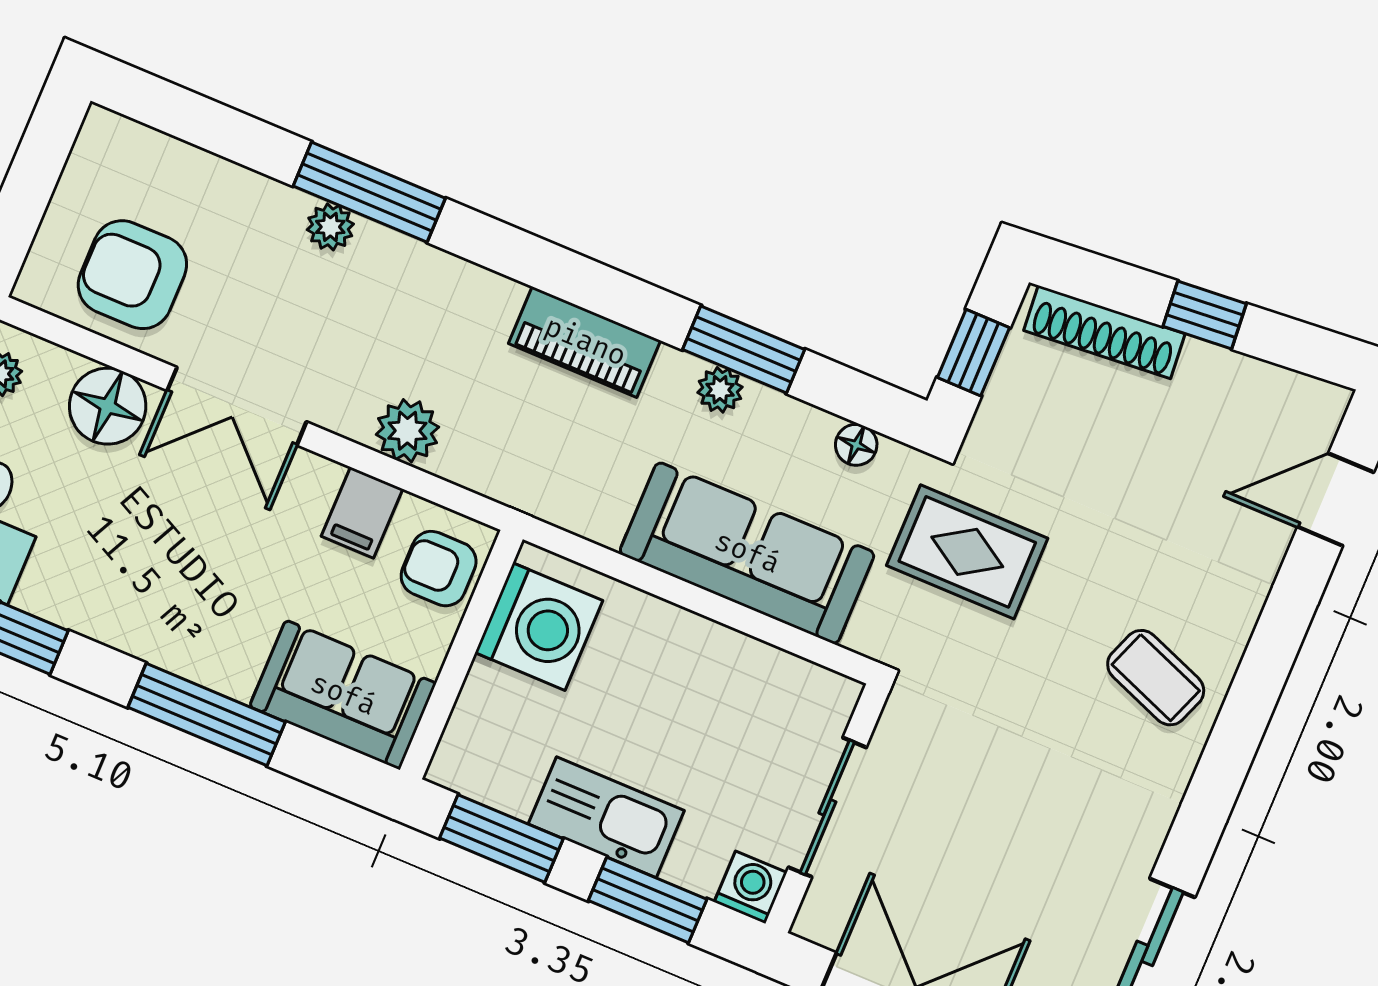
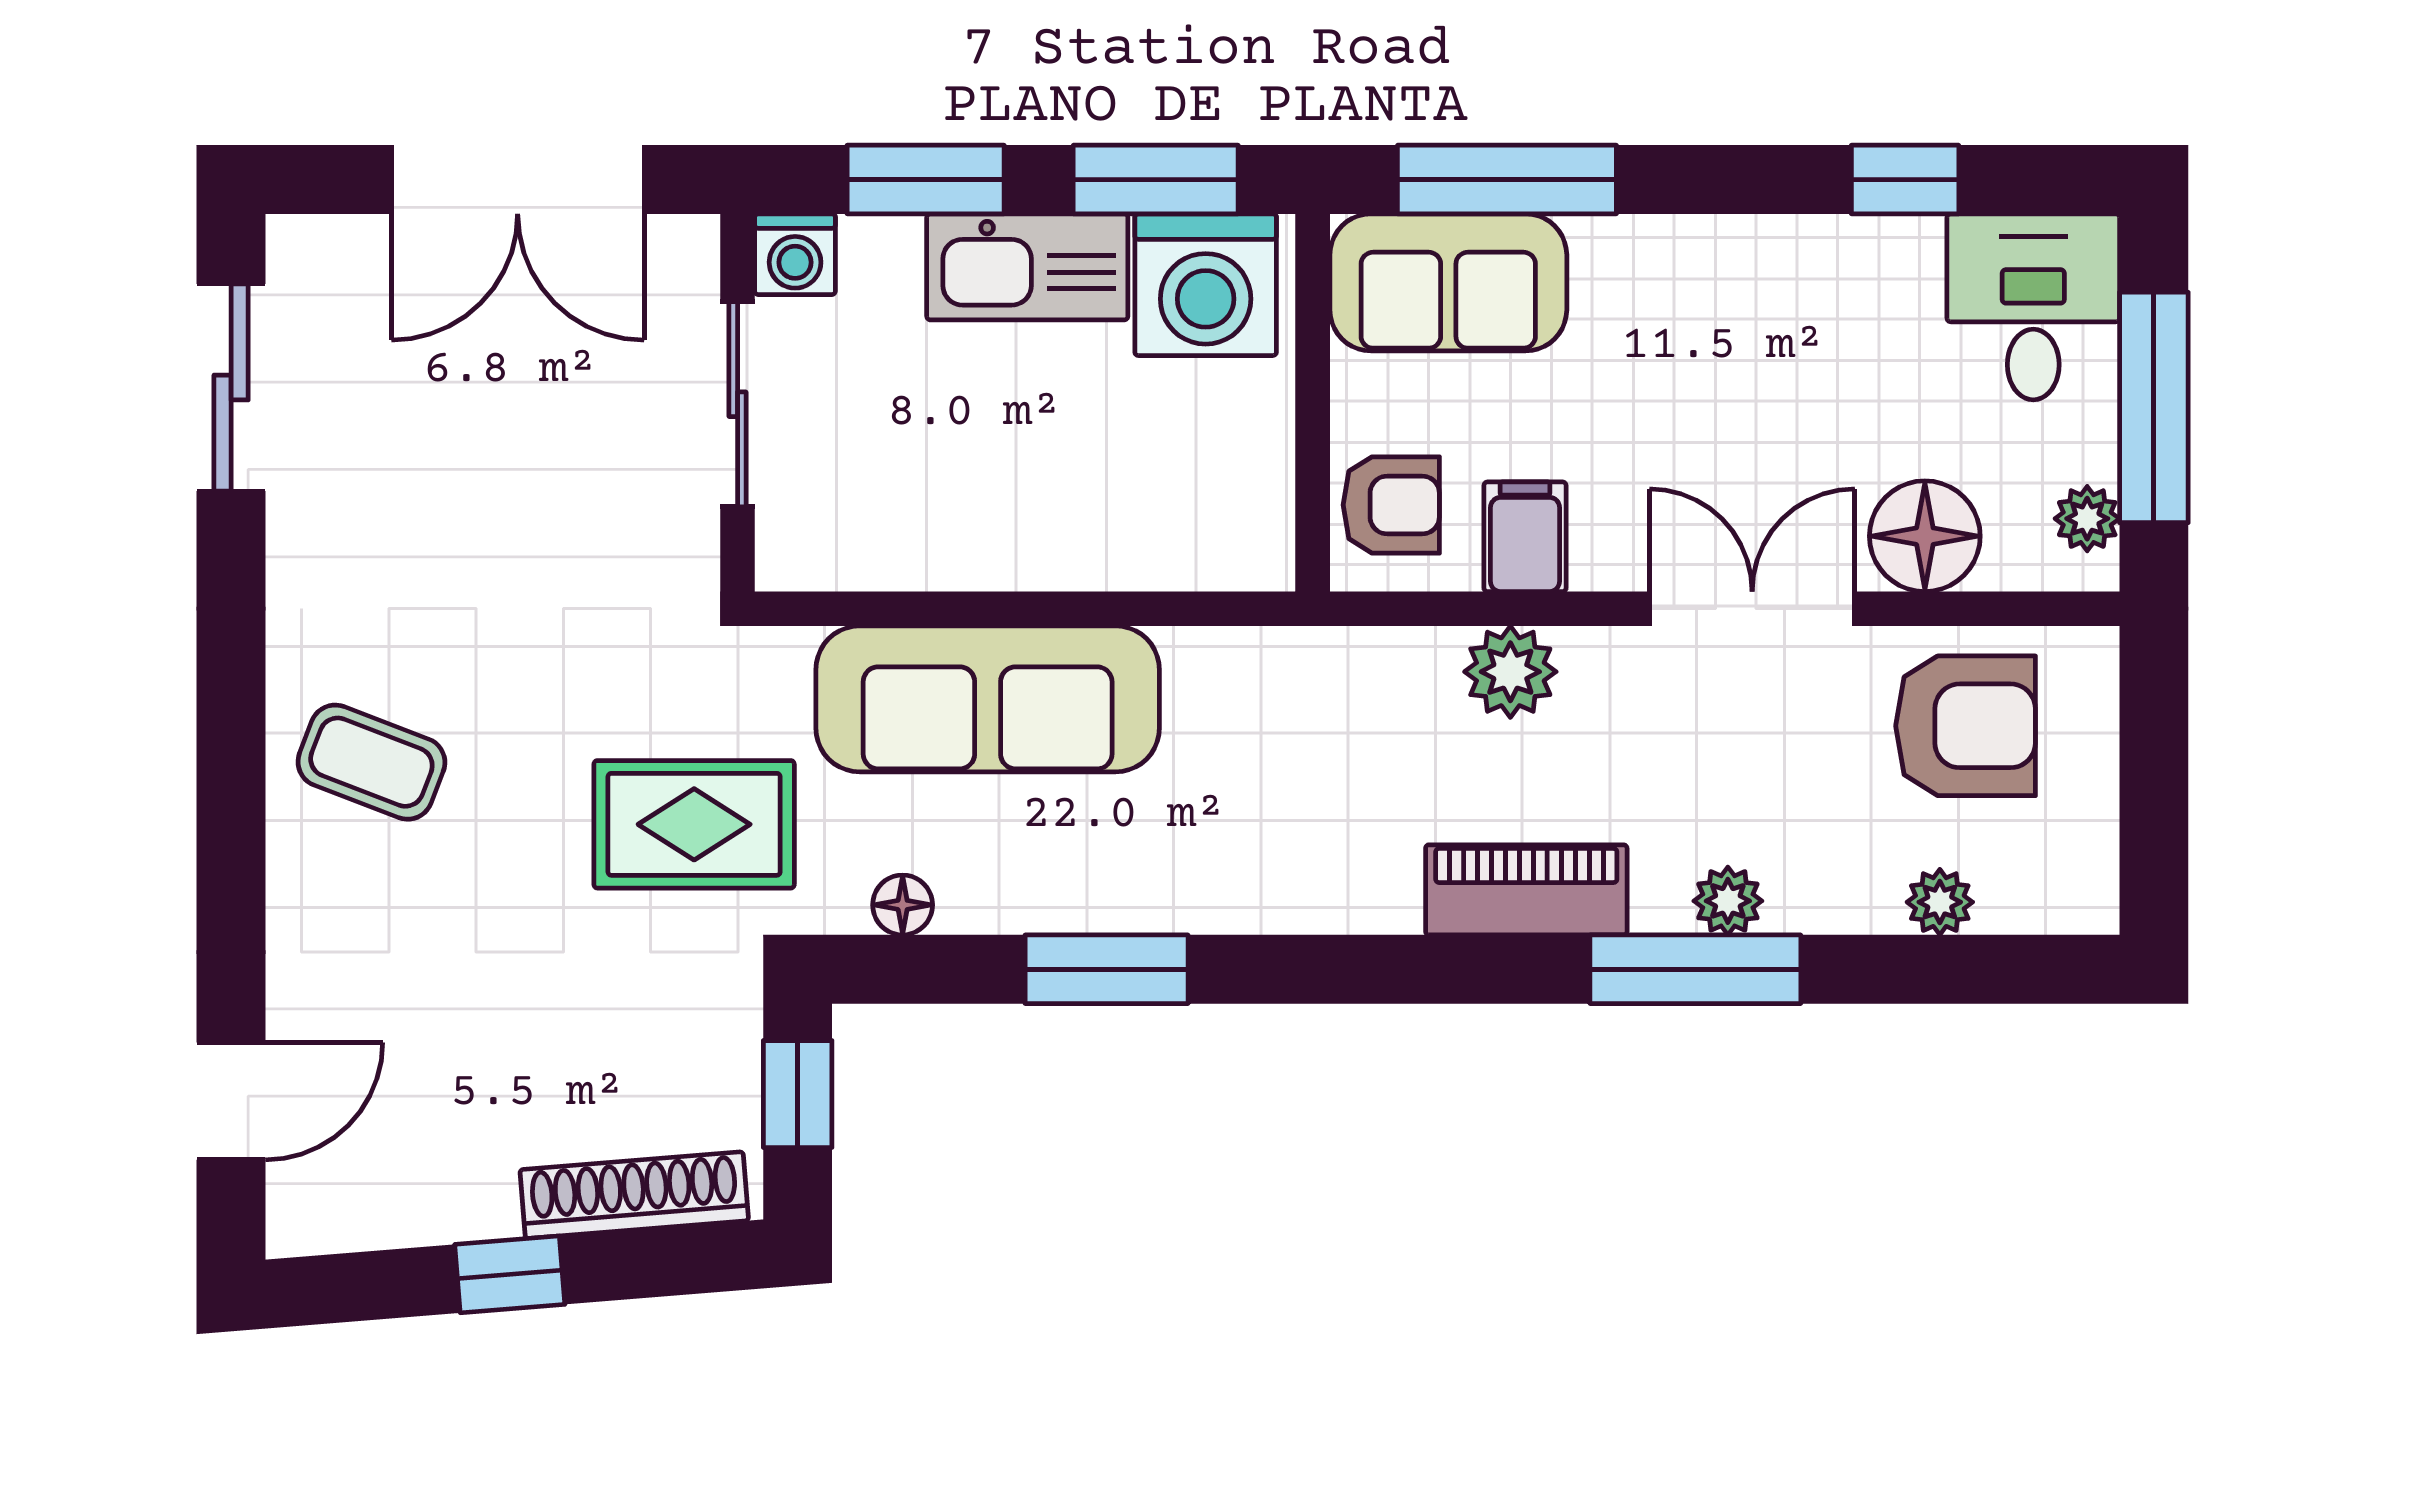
piano: (585, 342) -> (1526, 890), moved
plant: (720, 390) -> (1940, 902), moved
washing machine: (539, 627) -> (1206, 285), moved, turned -90
window: (207, 715) -> (1507, 180), moved

